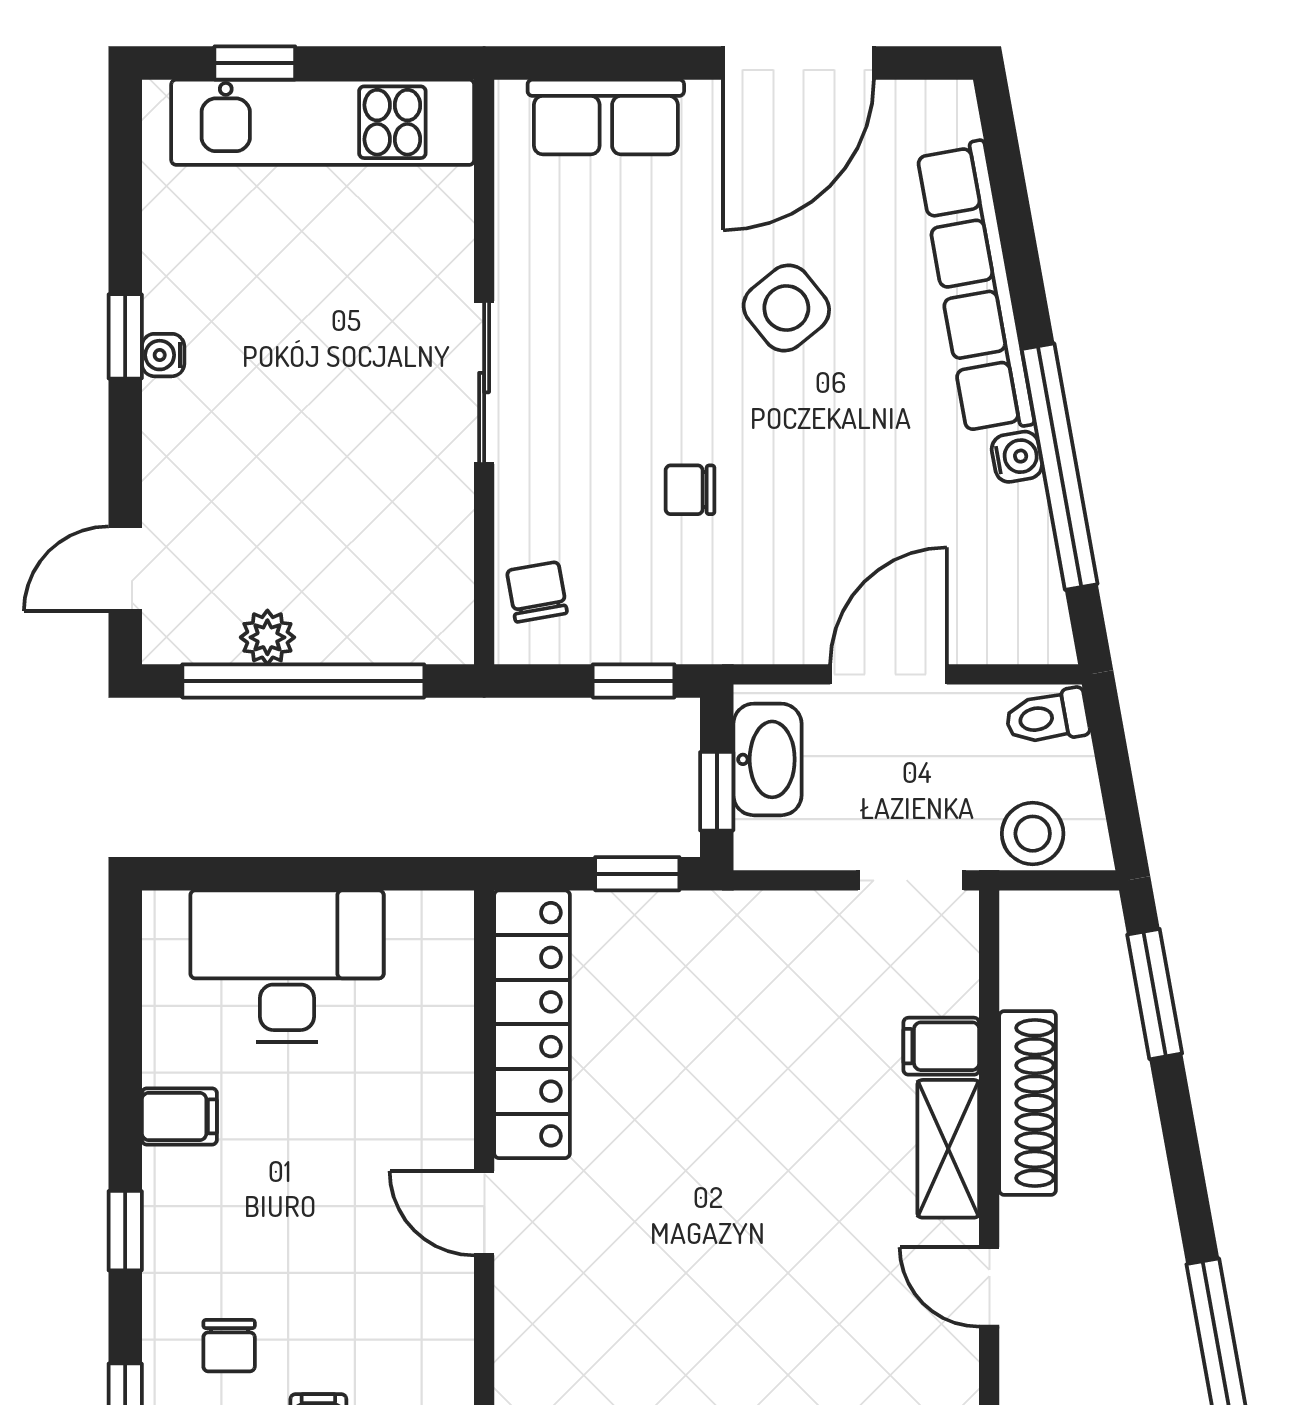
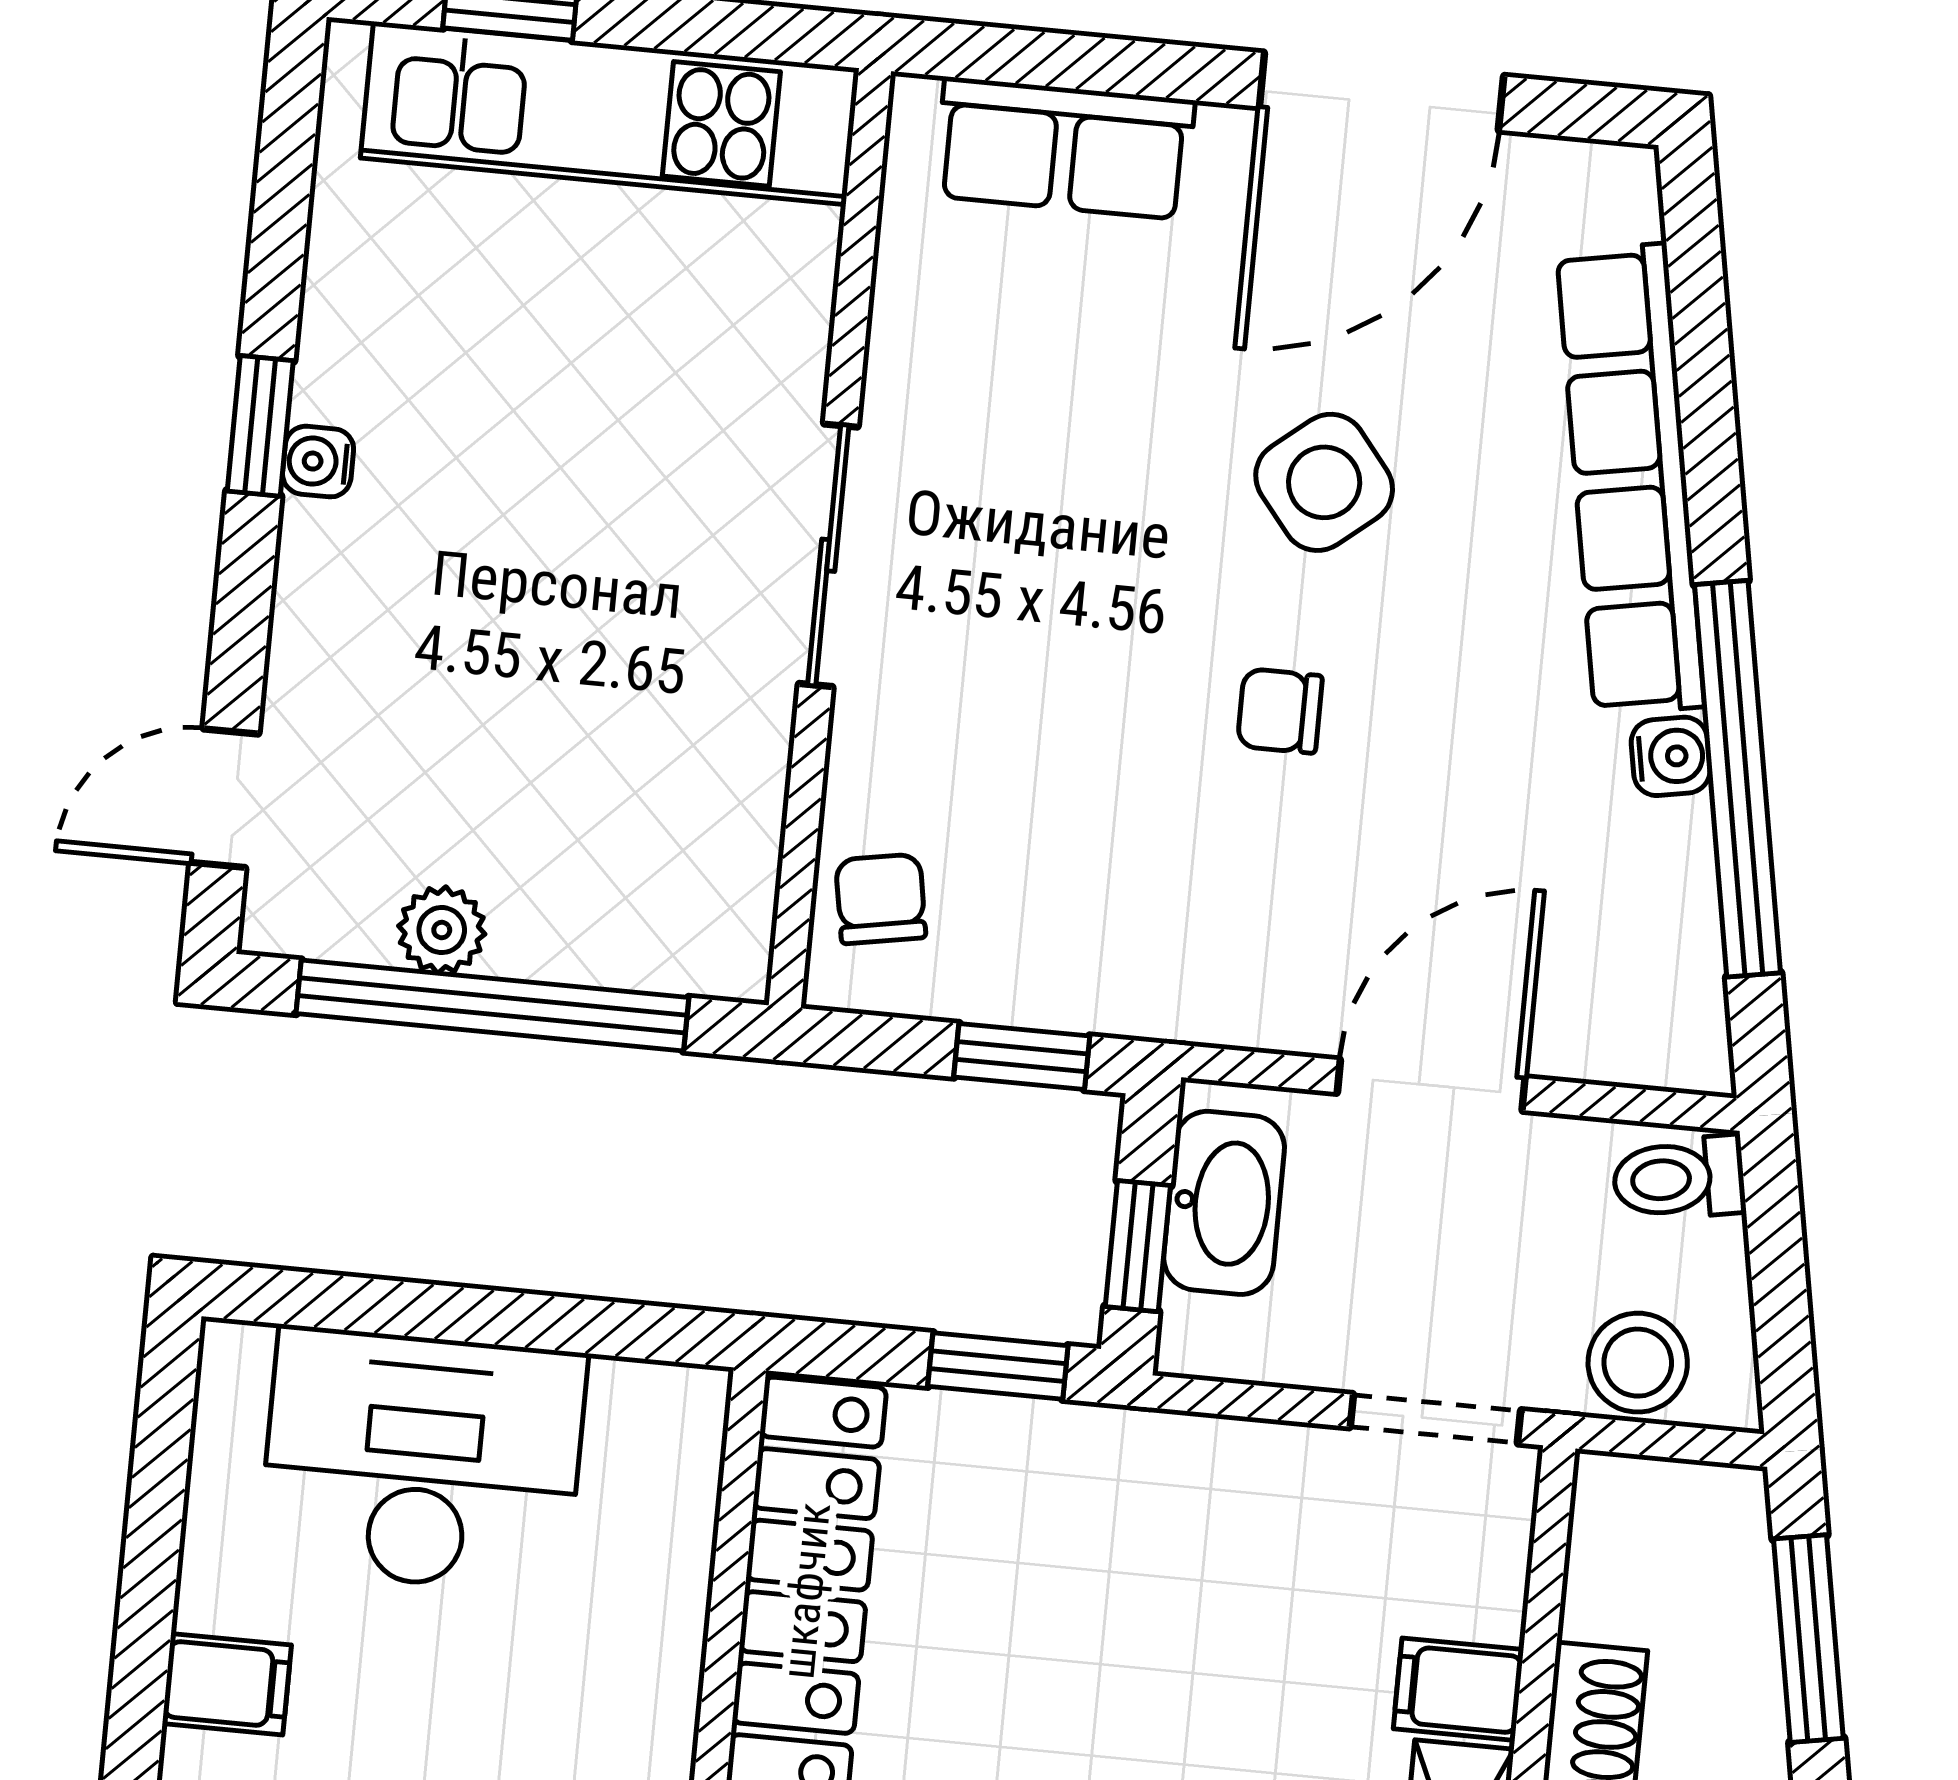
chair: (690, 490) -> (1280, 711), moved

